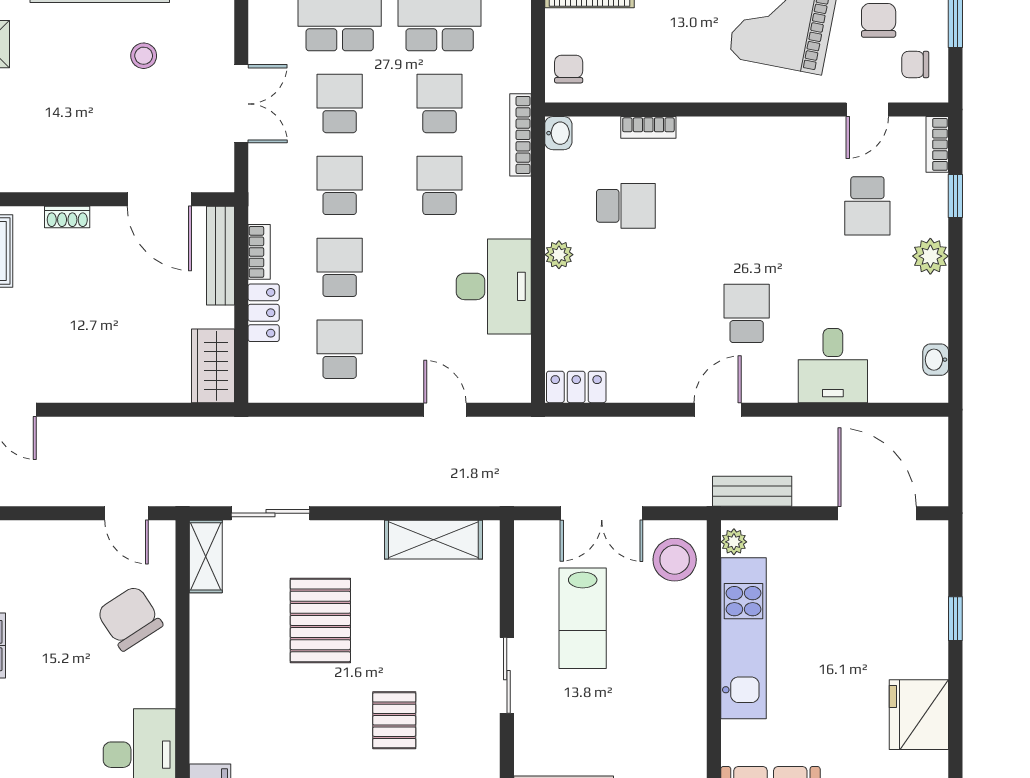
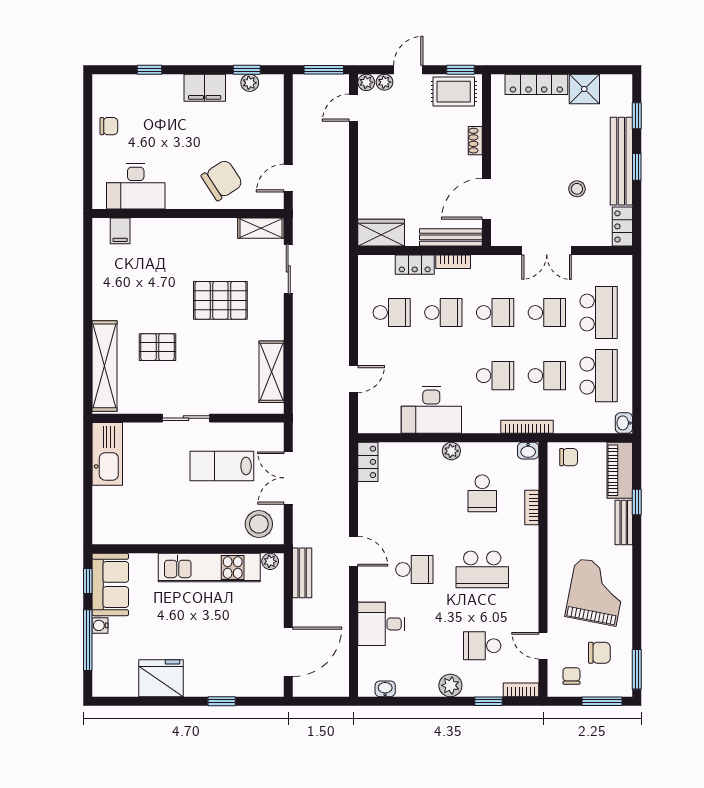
school desk: (747, 206) -> (482, 569), added

